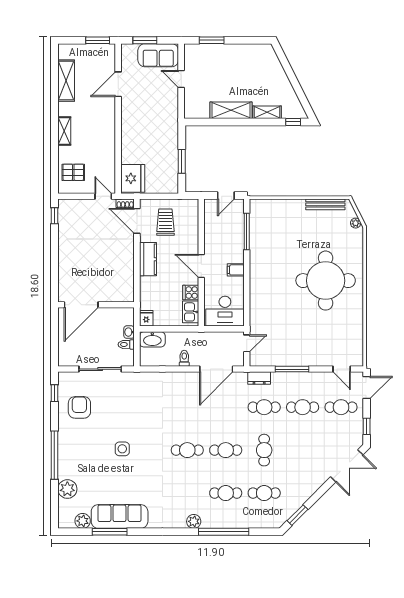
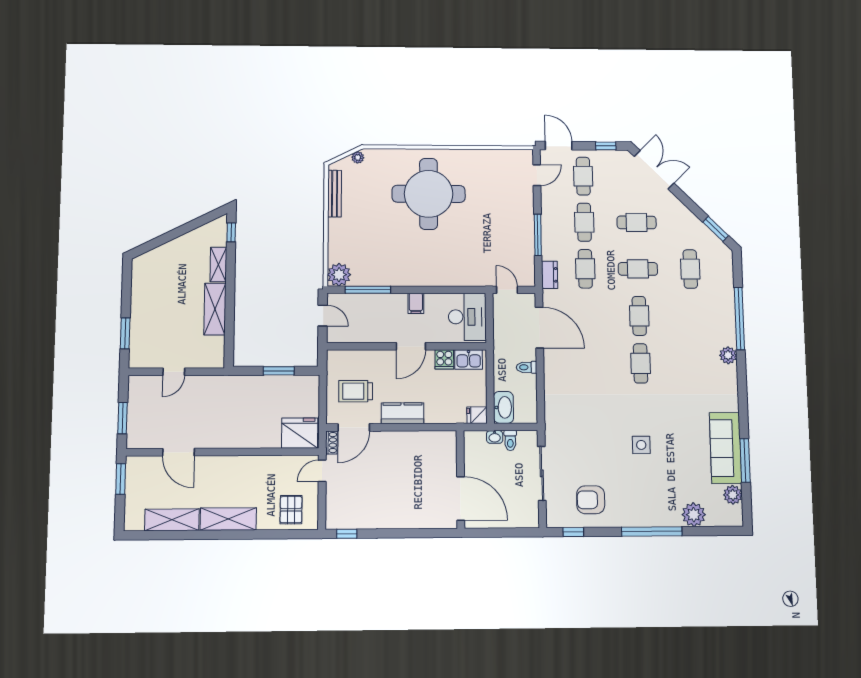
sofa: (158, 55) -> (142, 401), removed
shelving: (64, 131) -> (228, 519), width x1.50, depth x1.33
plant: (259, 208) -> (339, 275), added
cafe table: (226, 493) -> (637, 222), moved, turned 90

